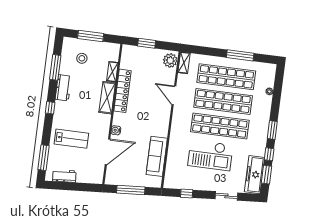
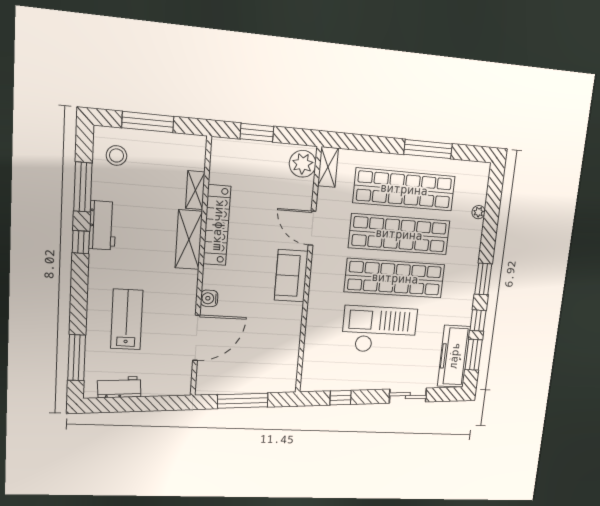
stool: (82, 58) -> (116, 155), moved
window: (50, 108) -> (81, 242), moved
lab bench: (71, 139) -> (127, 319), turned -90
checkout: (210, 155) -> (379, 330), turned 180
sofa: (157, 156) -> (291, 276), moved, width x0.73

